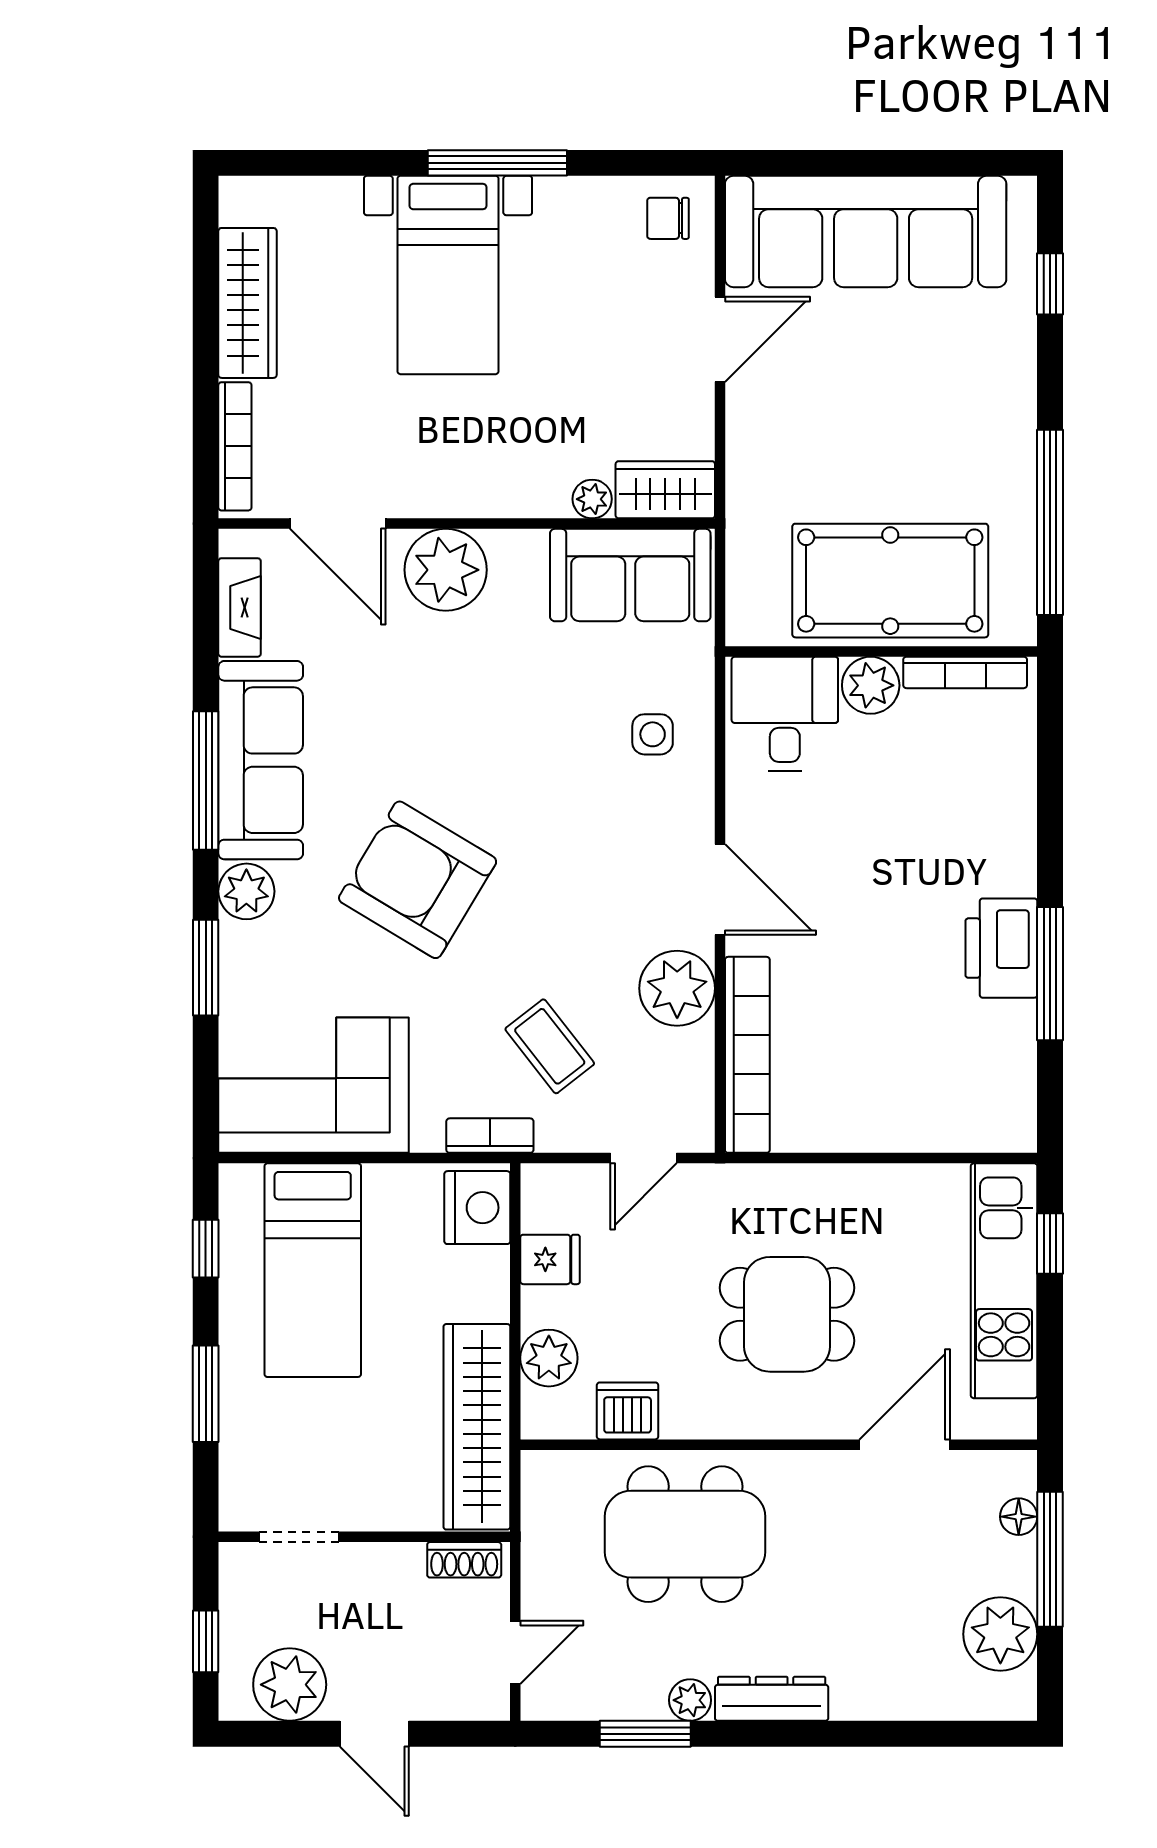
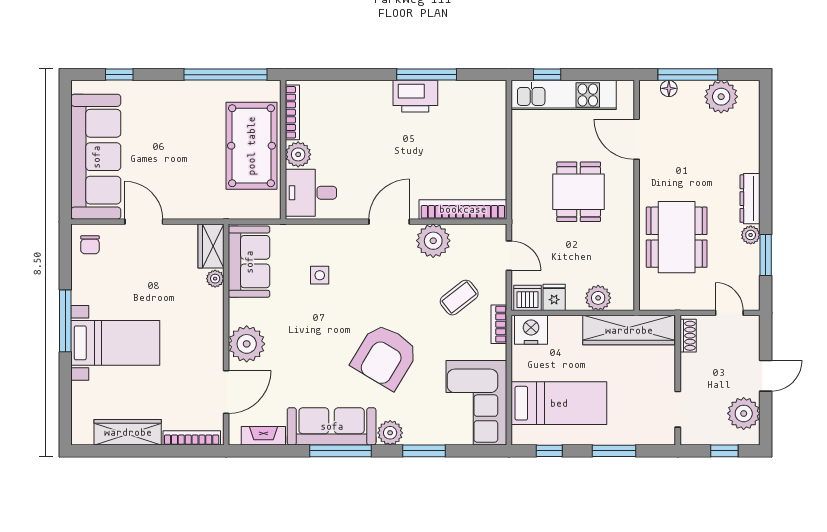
side table: (653, 734) -> (320, 275), moved
dishwasher: (628, 1411) -> (528, 298), moved, turned 90

